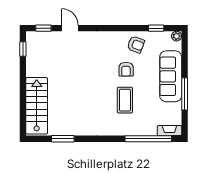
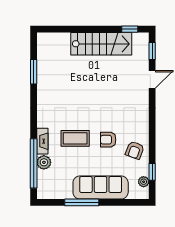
plant: (177, 36) -> (144, 182), moved
stairs: (37, 106) -> (101, 44), moved
plant: (147, 129) -> (44, 162), added
fireplace: (169, 131) -> (42, 141), moved

